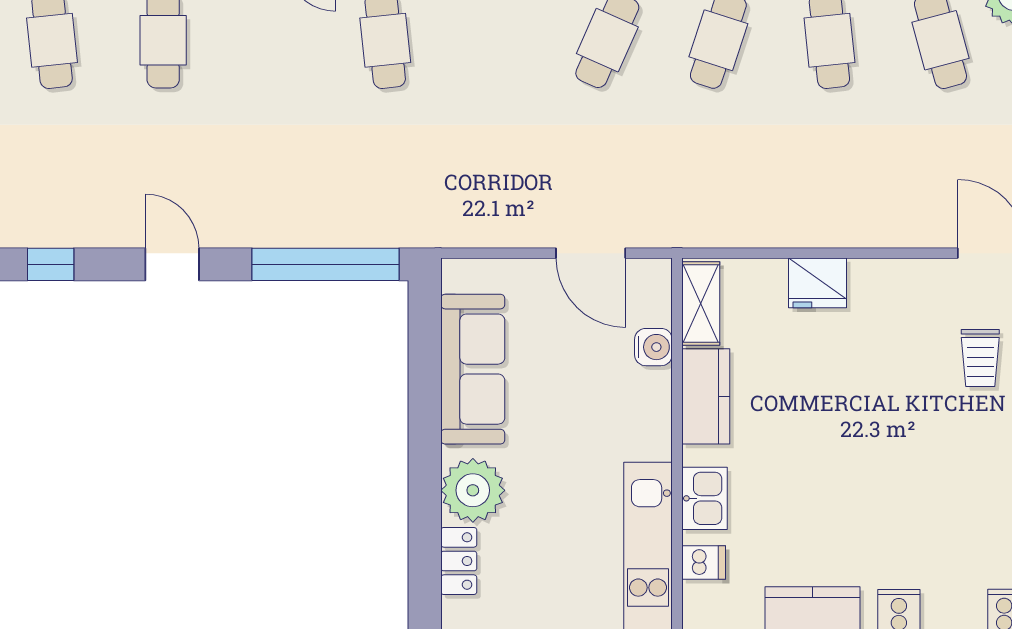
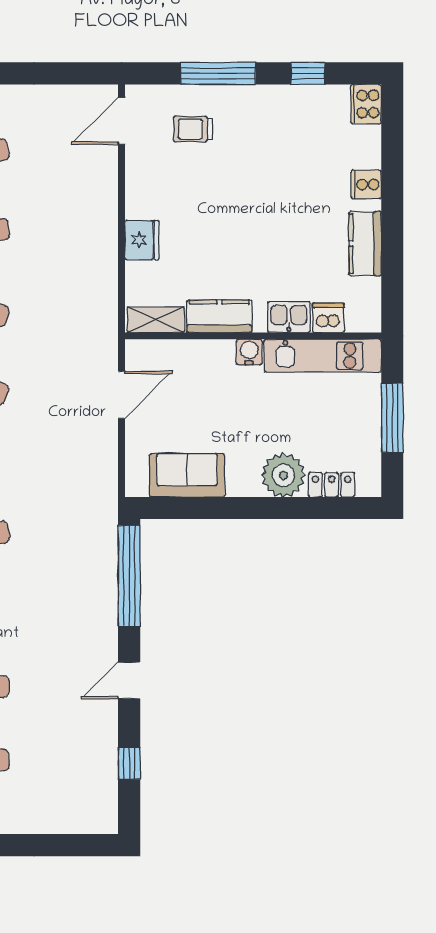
water cooler: (653, 347) -> (249, 352), moved
trolley: (980, 358) -> (193, 129), turned 180
sofa: (473, 369) -> (187, 475), width x0.73
dishwasher: (704, 562) -> (328, 318), width x1.38

